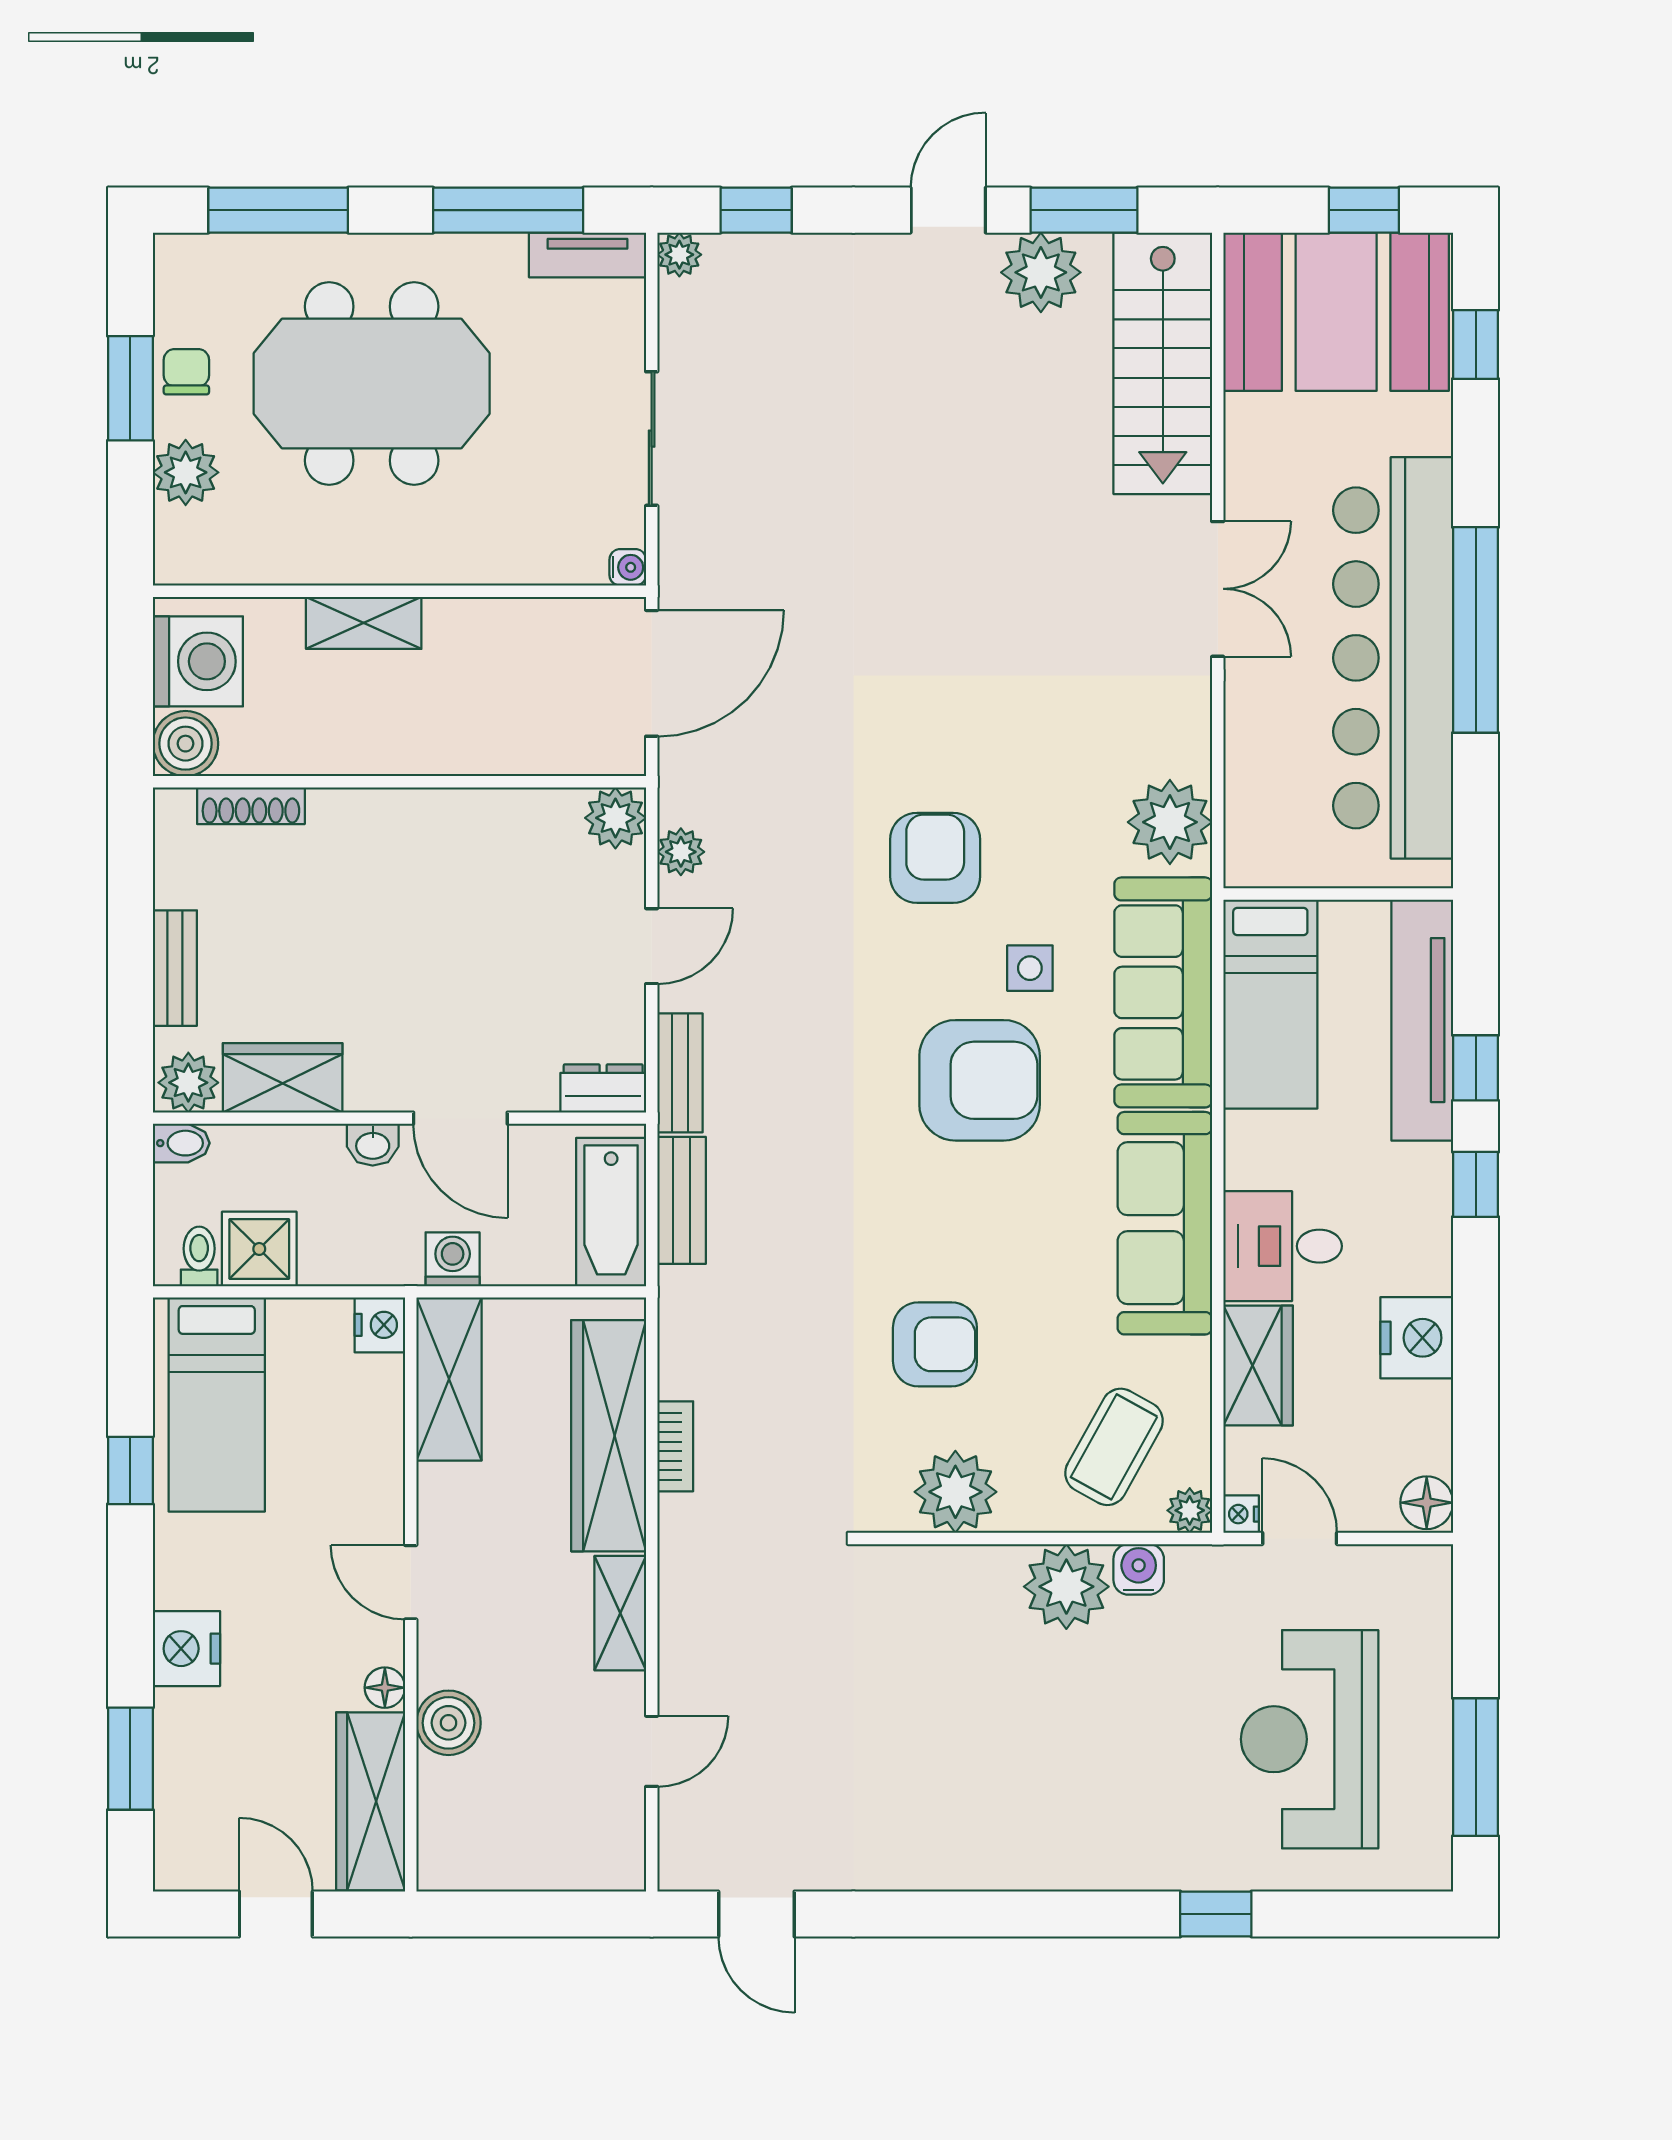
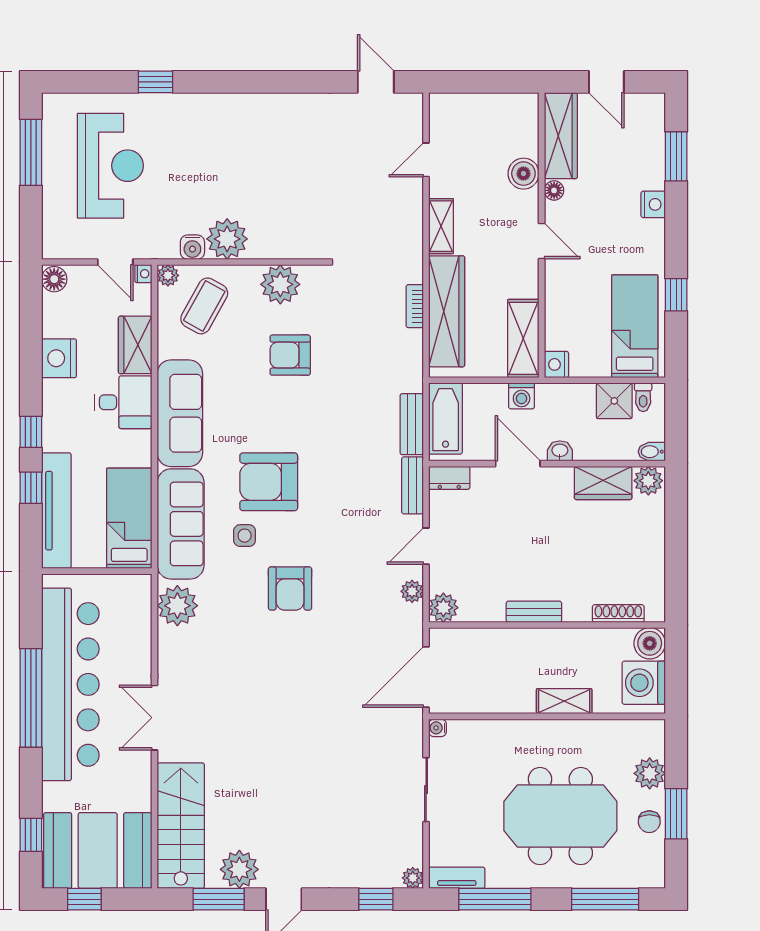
bench: (175, 968) -> (534, 612), moved, turned 90
nightstand: (186, 1649) -> (653, 204), width x0.74, depth x0.75

